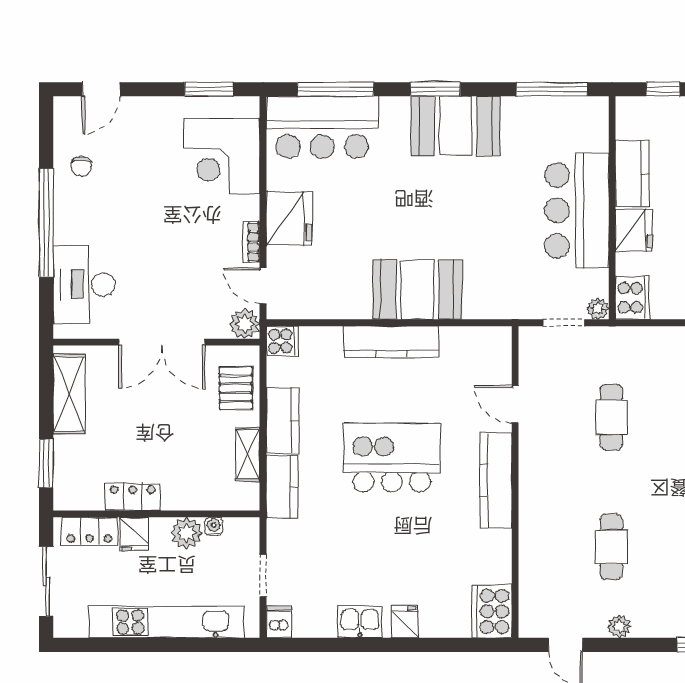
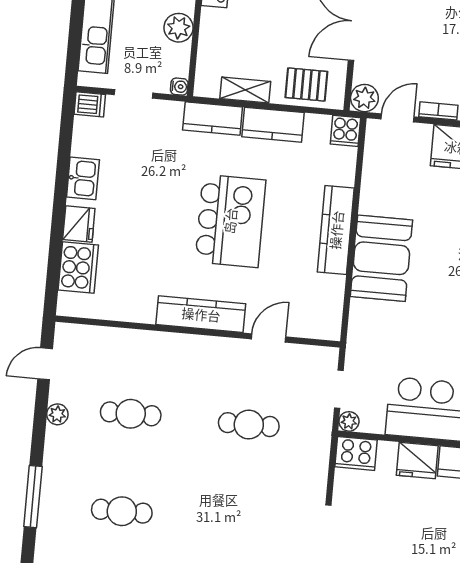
water cooler: (214, 526) -> (179, 87), moved
cooker: (492, 611) -> (78, 268), moved, turned 90
fridge: (405, 622) -> (79, 224), width x1.38

